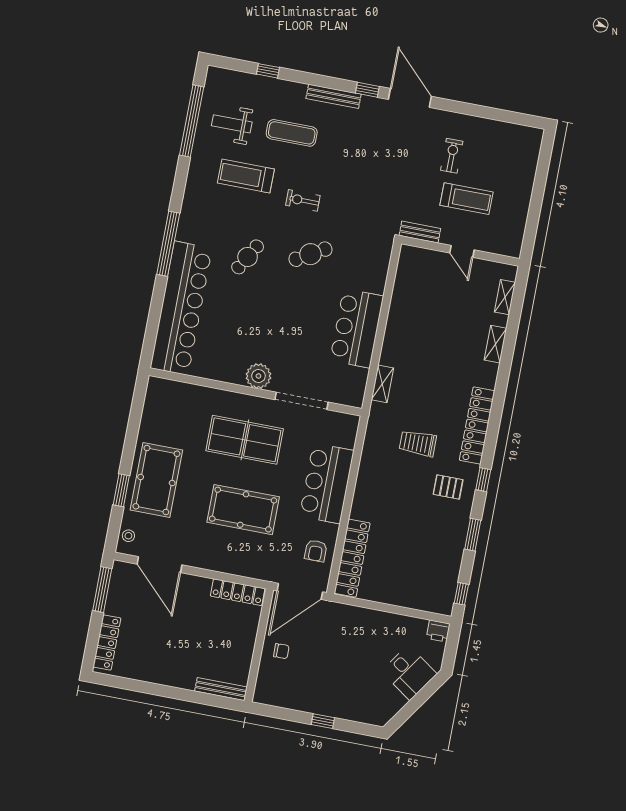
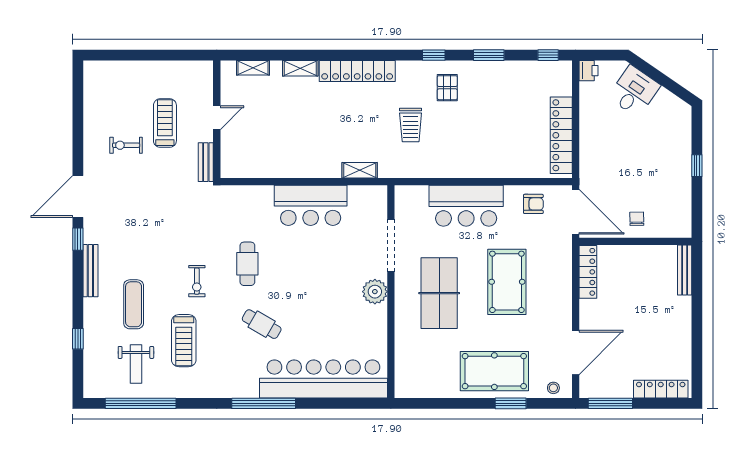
cafe table: (310, 254) -> (247, 264), turned 30
locker: (477, 425) -> (357, 71), moved
locker: (352, 558) -> (561, 135), moved, turned -90

